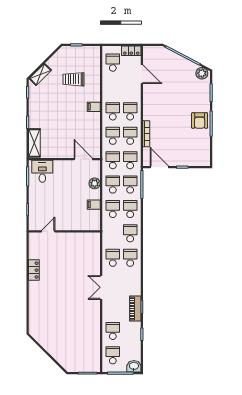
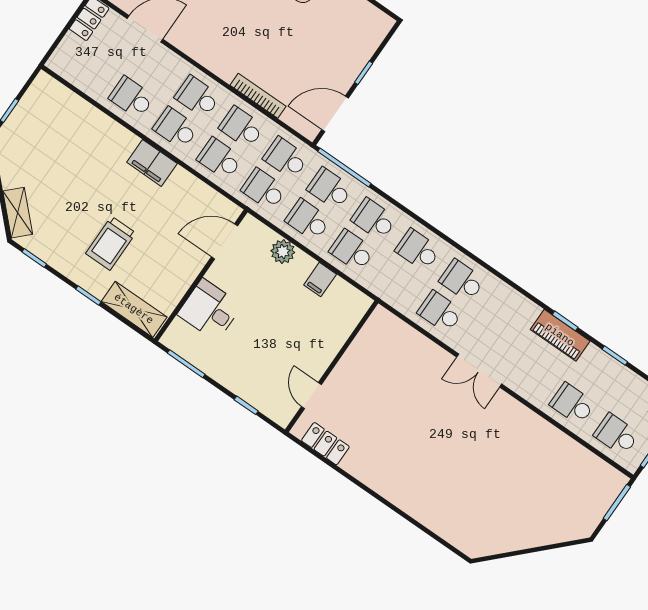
school desk: (113, 63) -> (132, 97), moved
trolley: (74, 79) -> (111, 243), moved
filing cabinet: (94, 107) -> (152, 163), width x2.00
desk: (42, 171) -> (210, 310), moved
locker: (34, 270) -> (325, 444), moved

